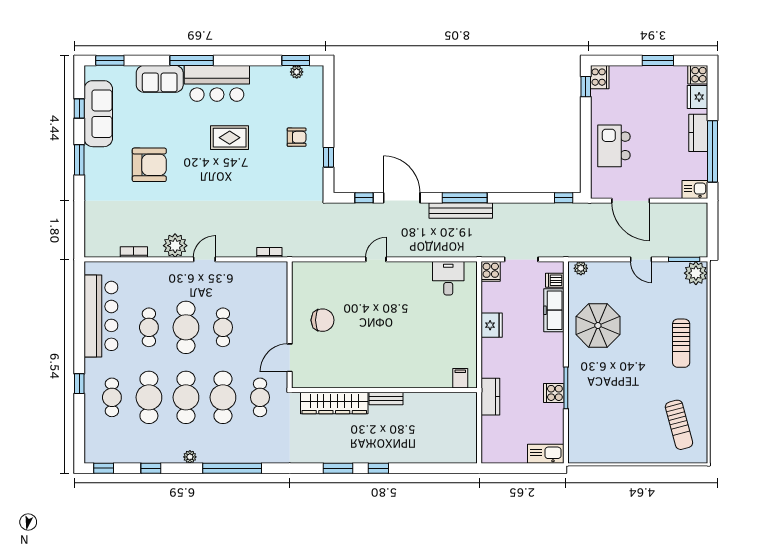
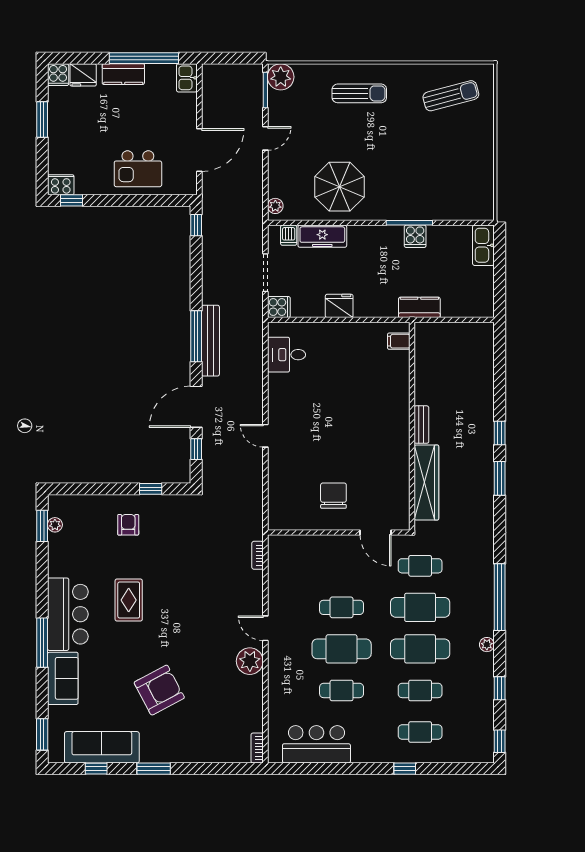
armchair: (149, 165) -> (159, 690), turned 62
bookcase: (134, 252) -> (257, 748), moved
bar counter: (101, 316) -> (316, 744), width x0.73
cafe table: (149, 397) -> (420, 690), width x0.73, depth x0.74

